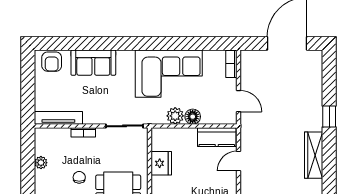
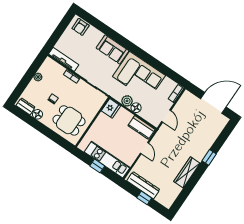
sofa: (93, 63) -> (112, 49), moved
door: (238, 161) -> (144, 148), swing flipped
fridge: (161, 163) -> (111, 108), moved

